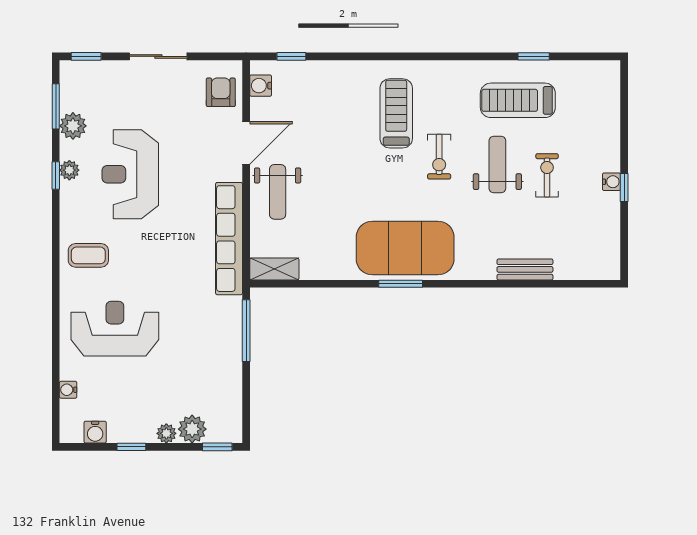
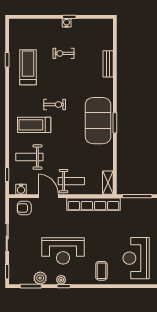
treadmill: (518, 100) -> (28, 67), turned 180
weight bench: (497, 165) -> (29, 157), moved

